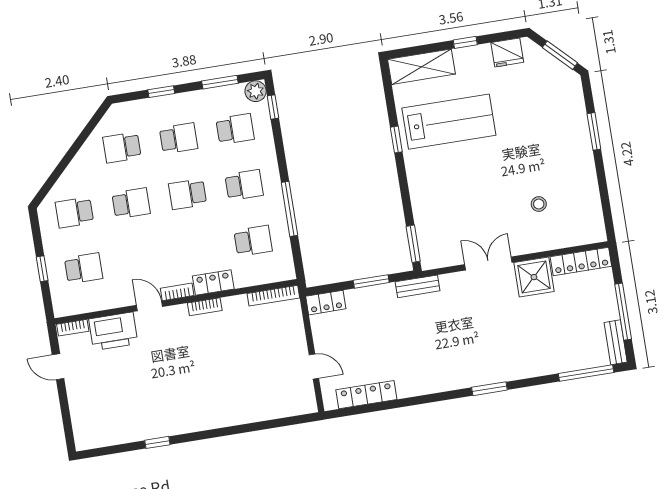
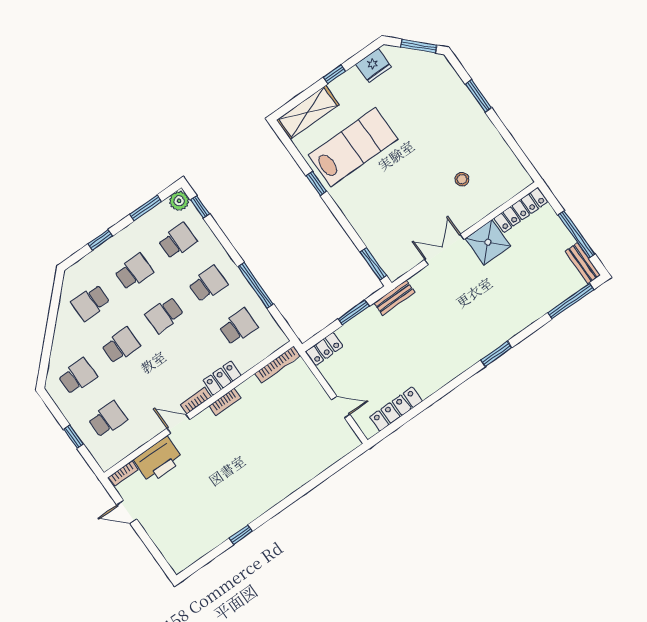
school desk: (74, 212) -> (77, 376), turned 180

